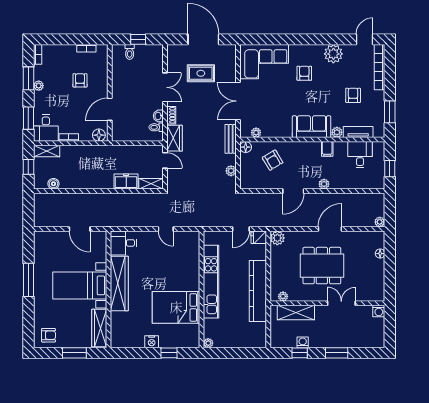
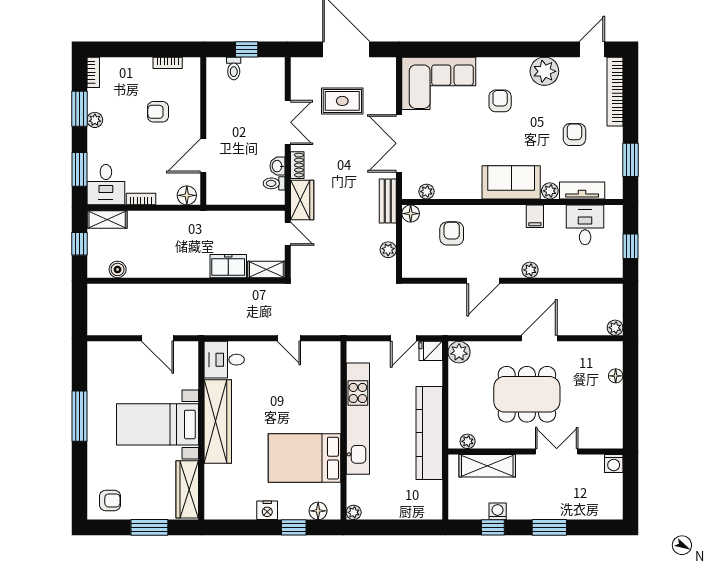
armchair: (80, 80) -> (158, 112), turned -90
armchair: (273, 160) -> (452, 233), turned -149
floor lamp: (185, 342) -> (318, 511), added

